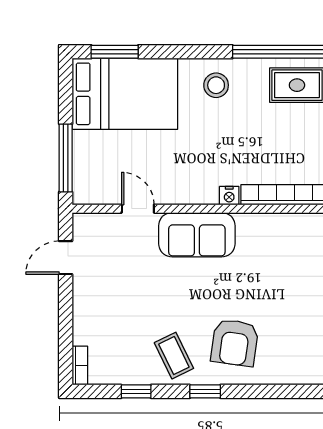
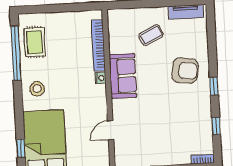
window: (115, 52) -> (21, 148), width x0.67
sofa: (197, 235) -> (123, 76), moved
coffee table: (174, 356) -> (151, 35), moved

